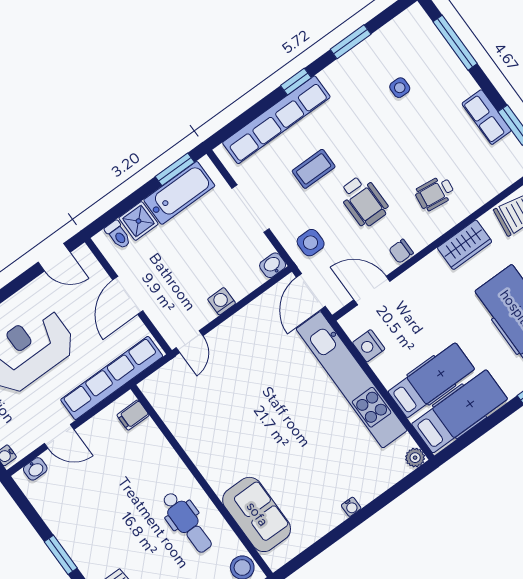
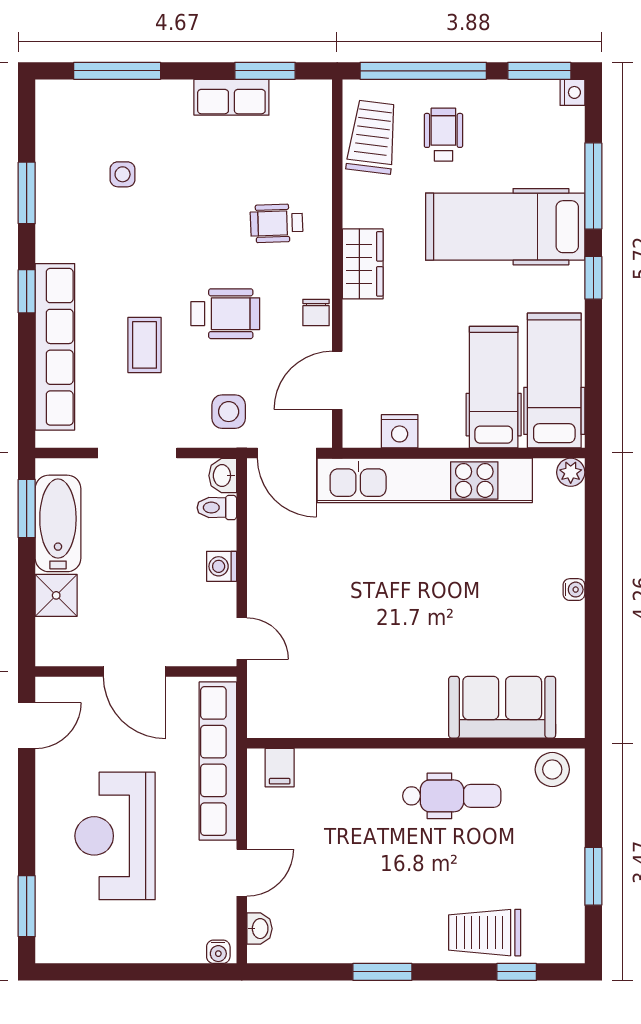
wheelchair: (435, 193) -> (277, 223), turned 81
toilet: (118, 235) -> (217, 508), moved, turned 180
wardrobe: (465, 245) -> (363, 264), moved

